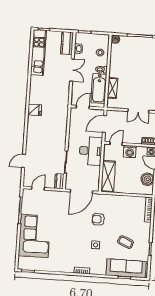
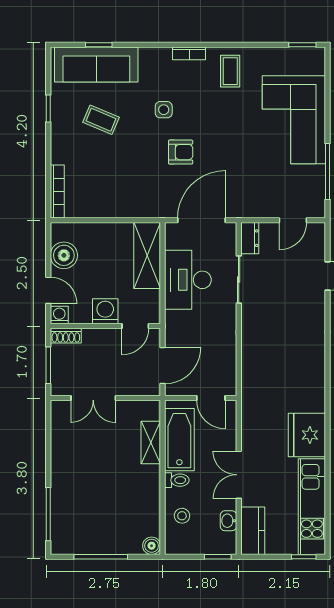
door: (83, 107) -> (211, 398), hinge flipped
fridge: (35, 110) -> (307, 435), moved, width x1.88, depth x1.34
double door: (138, 111) -> (93, 398), swing flipped
desk: (91, 151) -> (188, 280), moved
armchair: (98, 219) -> (181, 152), moved
coffee table: (63, 261) -> (230, 71), added

